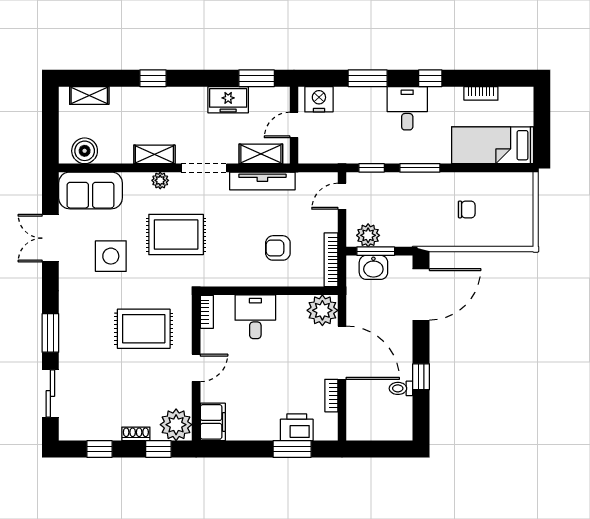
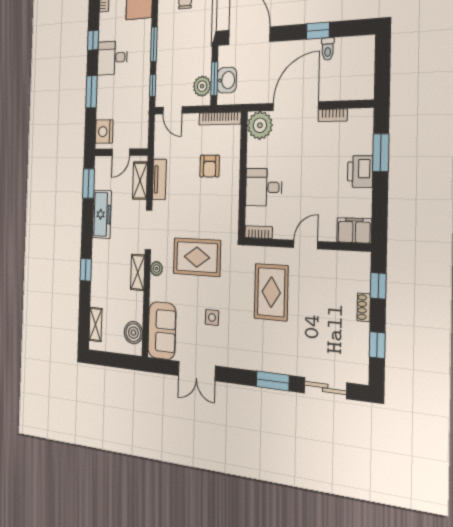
freezer: (228, 100) -> (102, 214), width x1.40
door: (294, 125) -> (121, 152), hinge flipped
tv unit: (262, 181) -> (159, 179), width x0.71
rug: (176, 235) -> (197, 257), turned 90
side table: (111, 256) -> (212, 317), width x0.54, depth x0.54
door: (196, 368) -> (306, 244), hinge flipped
plant: (176, 425) -> (356, 267), removed
printer: (297, 427) -> (360, 172), moved

